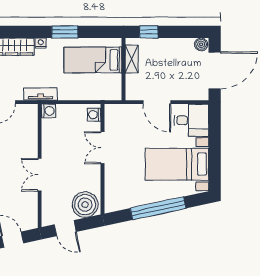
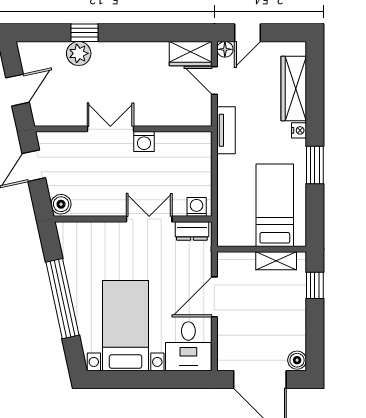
washing machine: (48, 111) -> (144, 142), moved
dresser: (111, 118) -> (192, 231), added
boiler: (85, 205) -> (61, 204), width x0.54, depth x0.54

